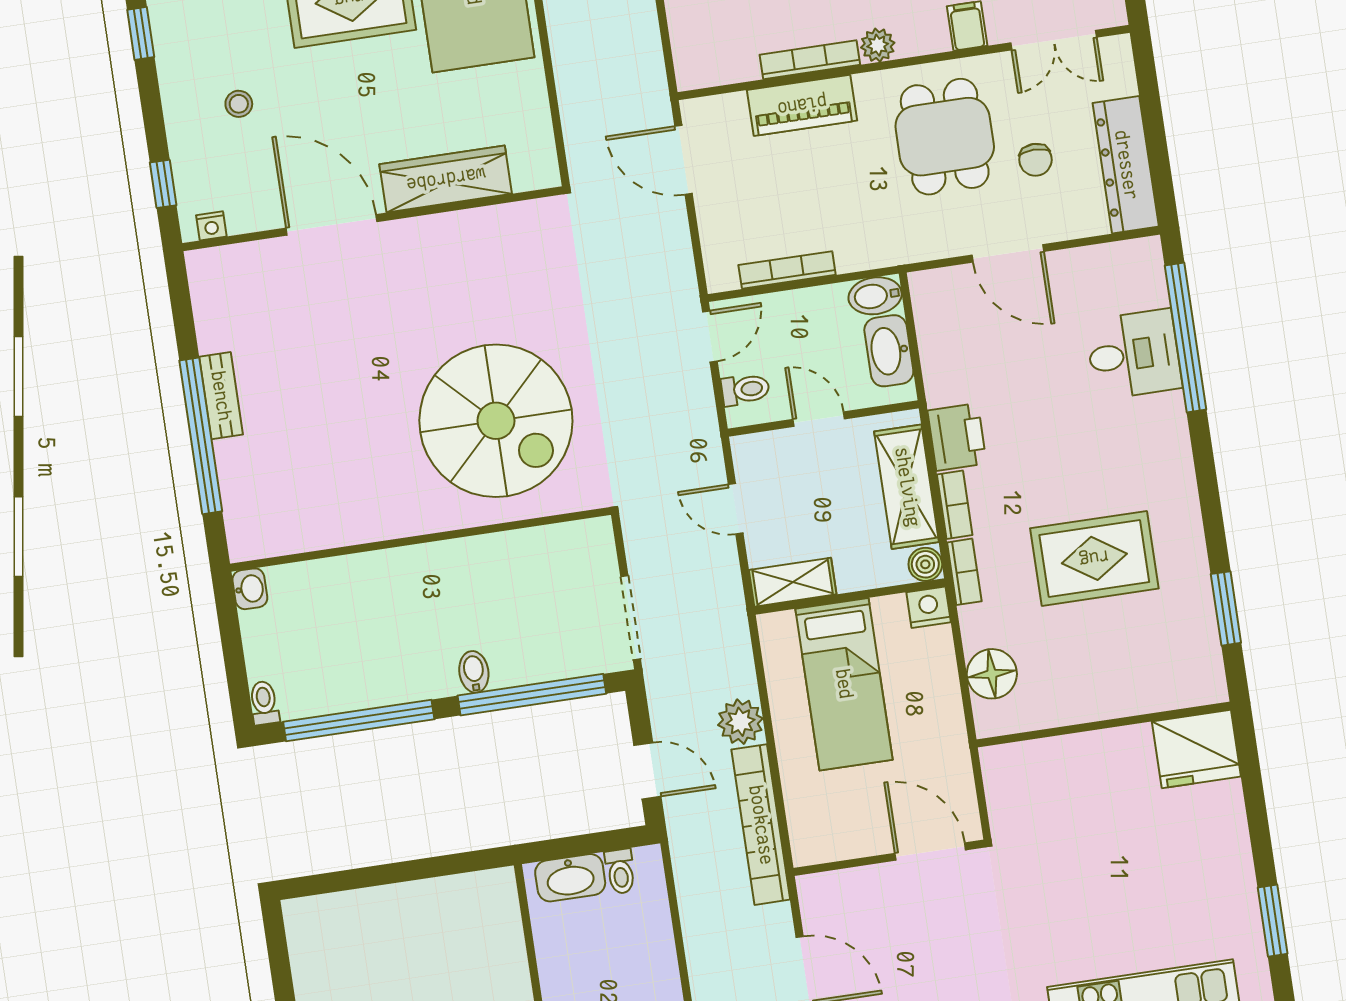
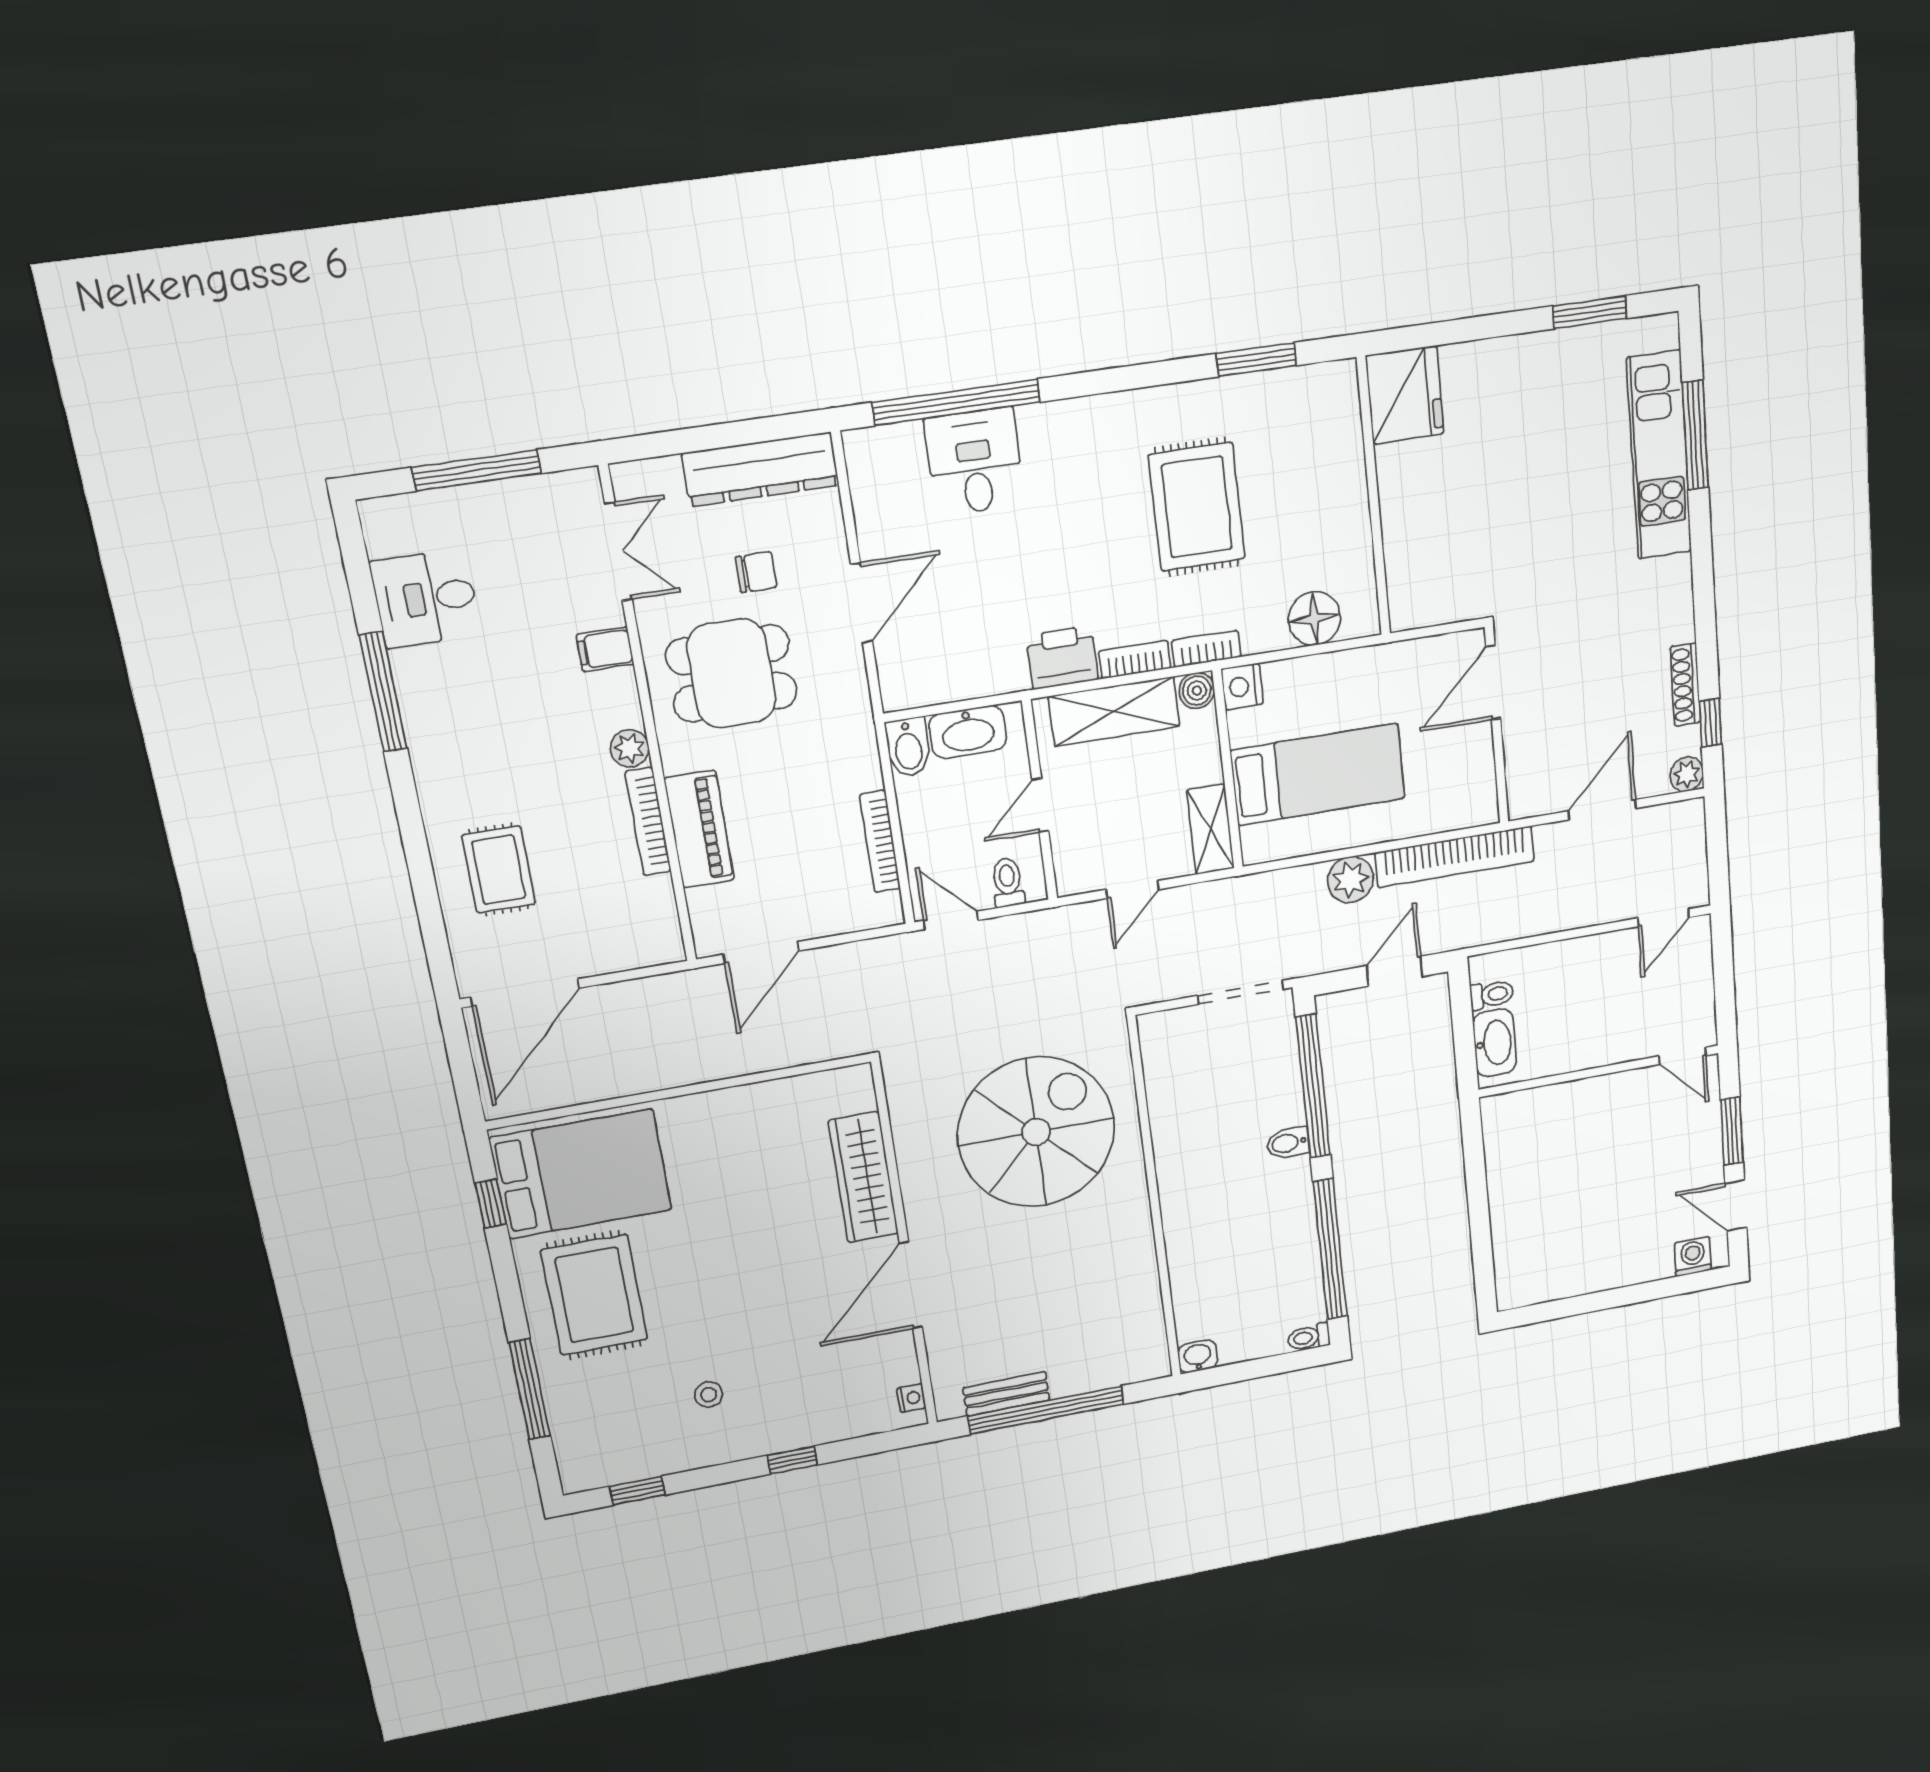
wardrobe: (446, 179) -> (863, 1177), moved
wall: (373, 219) -> (905, 1246), moved
door: (332, 225) -> (911, 1285), moved
nightstand: (211, 226) -> (911, 1398), moved

